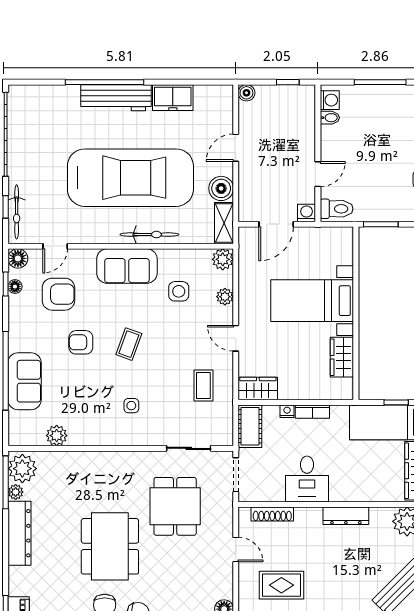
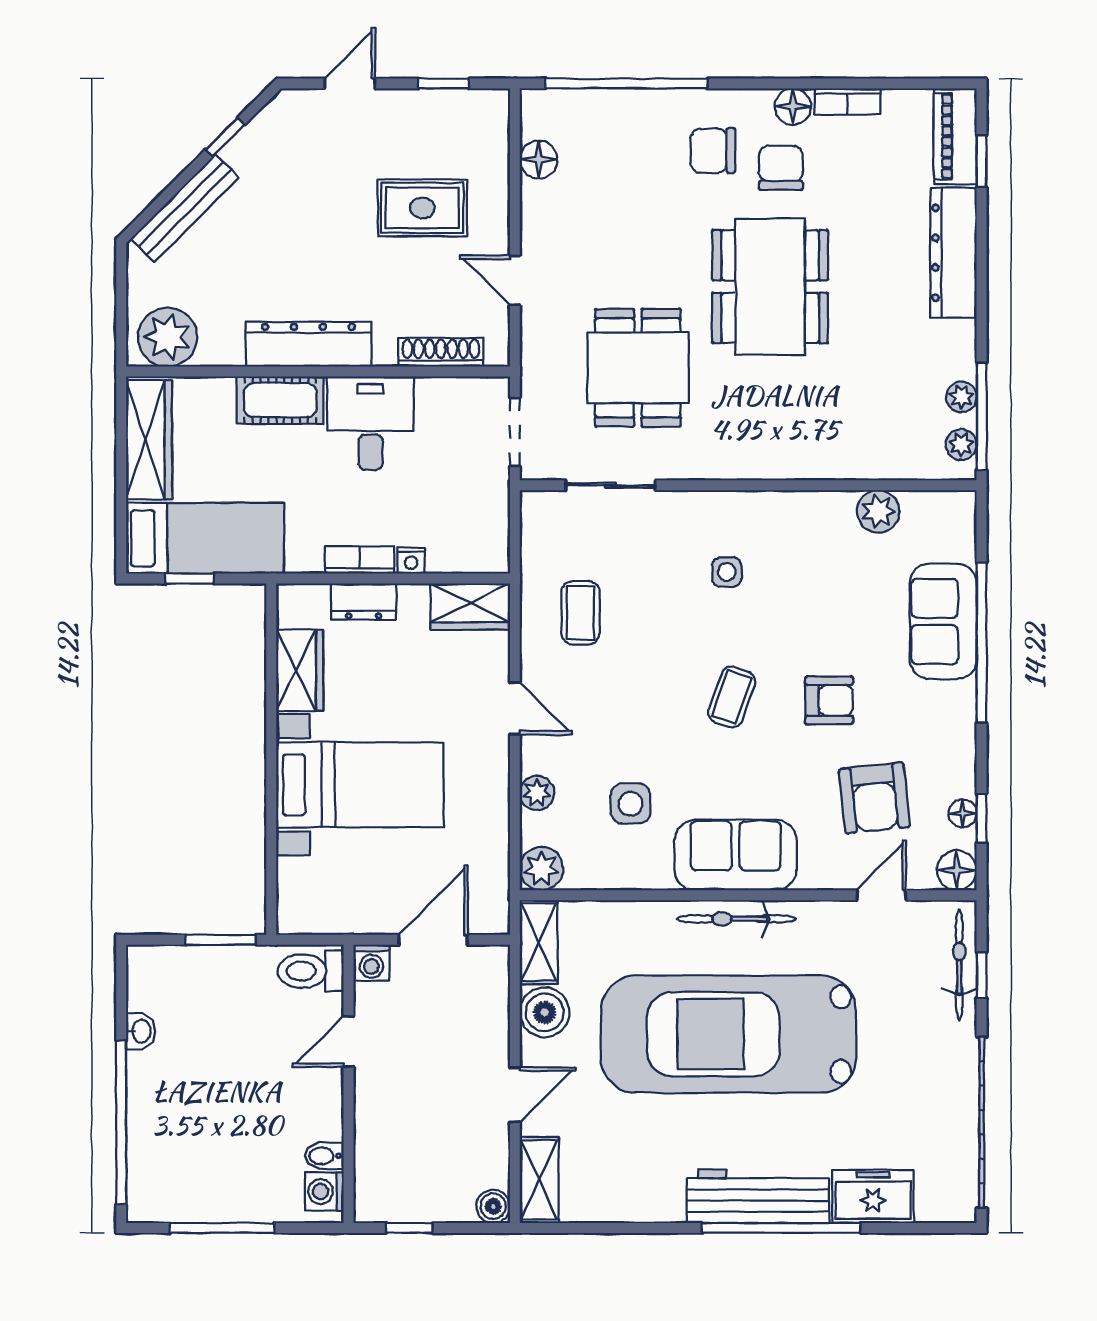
freezer: (173, 98) -> (873, 1197), moved
shelving: (224, 106) -> (539, 1180), added
bicycle: (149, 235) -> (736, 919), moved
armchair: (58, 294) -> (874, 798), turned -96
dresser: (310, 391) -> (364, 602), added
cot: (250, 426) -> (280, 400), moved, turned 90
plant: (22, 469) -> (961, 444), width x0.53, depth x0.53
dresser: (346, 516) -> (308, 344), width x1.37, depth x1.24
dresser: (19, 533) -> (954, 253), moved

